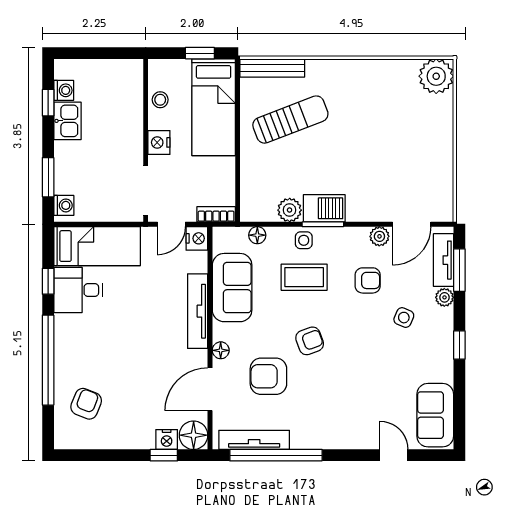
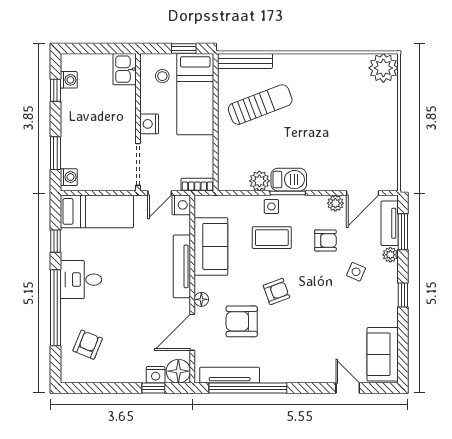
stool: (160, 100) -> (162, 76), moved
kitchen sink: (67, 121) -> (125, 69), moved, turned 180
floor lamp: (257, 235) -> (232, 202), removed
desk: (78, 290) -> (81, 280), moved

